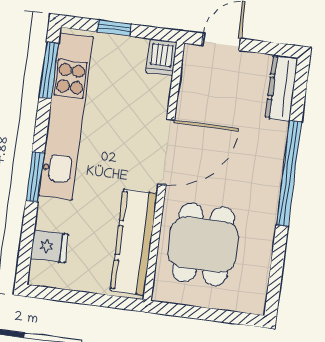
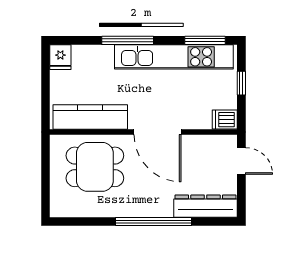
dresser: (281, 88) -> (205, 206), width x1.37, depth x1.24
window: (35, 177) -> (128, 40), width x1.44
fridge: (49, 246) -> (60, 57), moved

